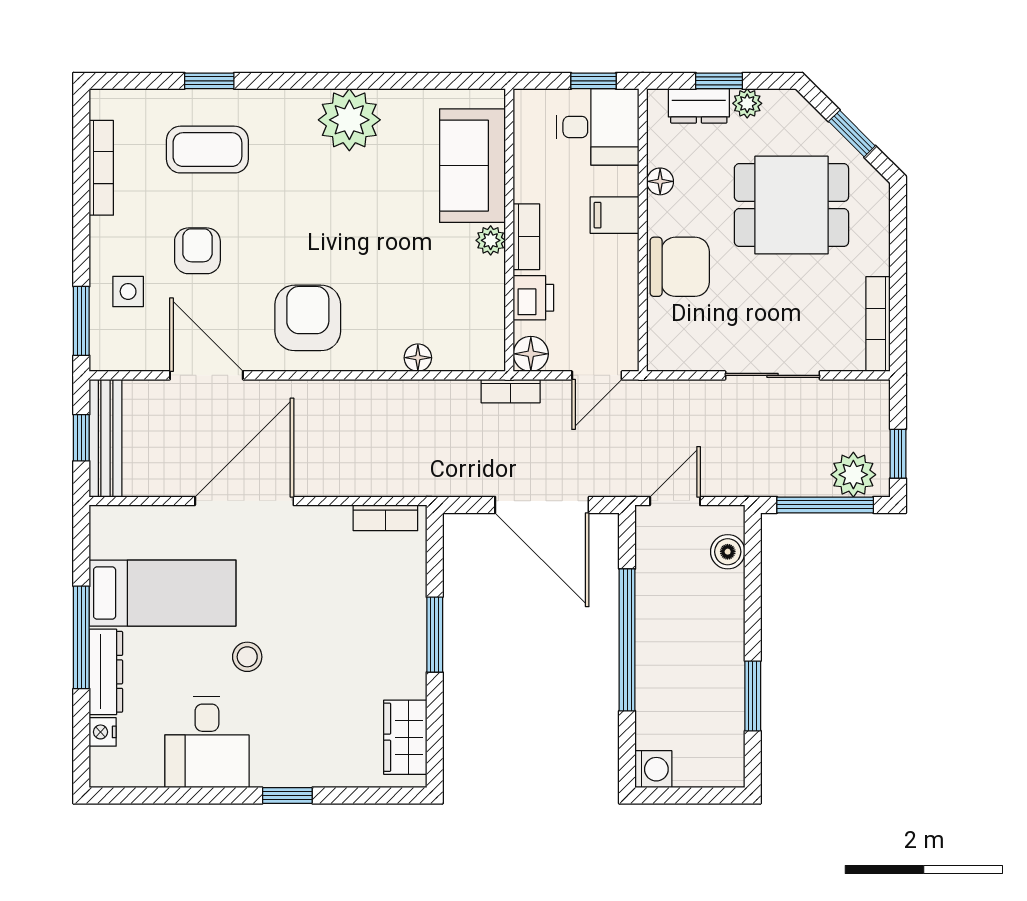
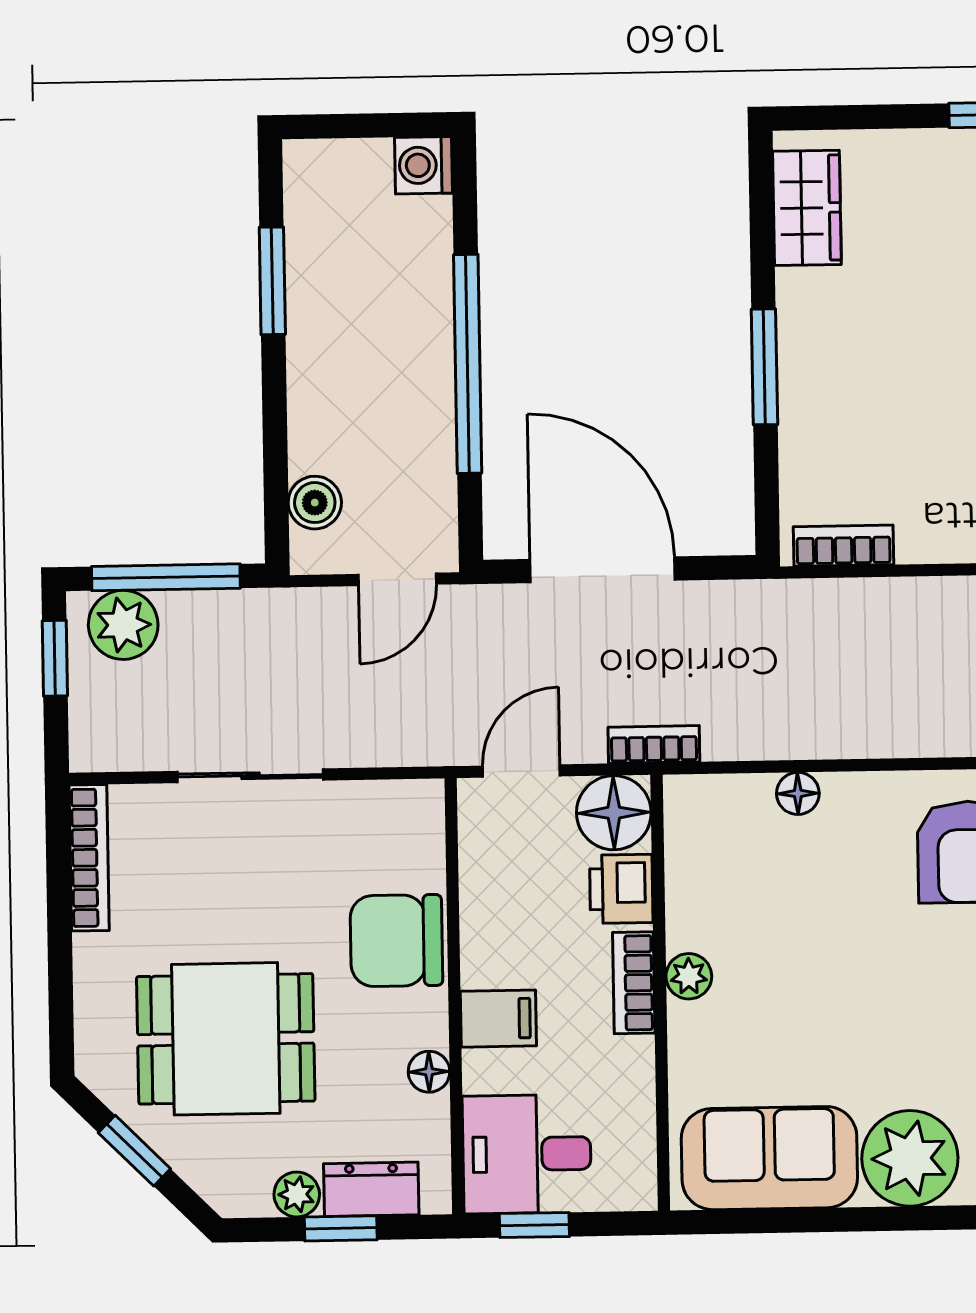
sofa: (472, 166) -> (769, 1158), moved, turned -90
floor lamp: (531, 354) -> (614, 813), width x1.38, depth x1.38

